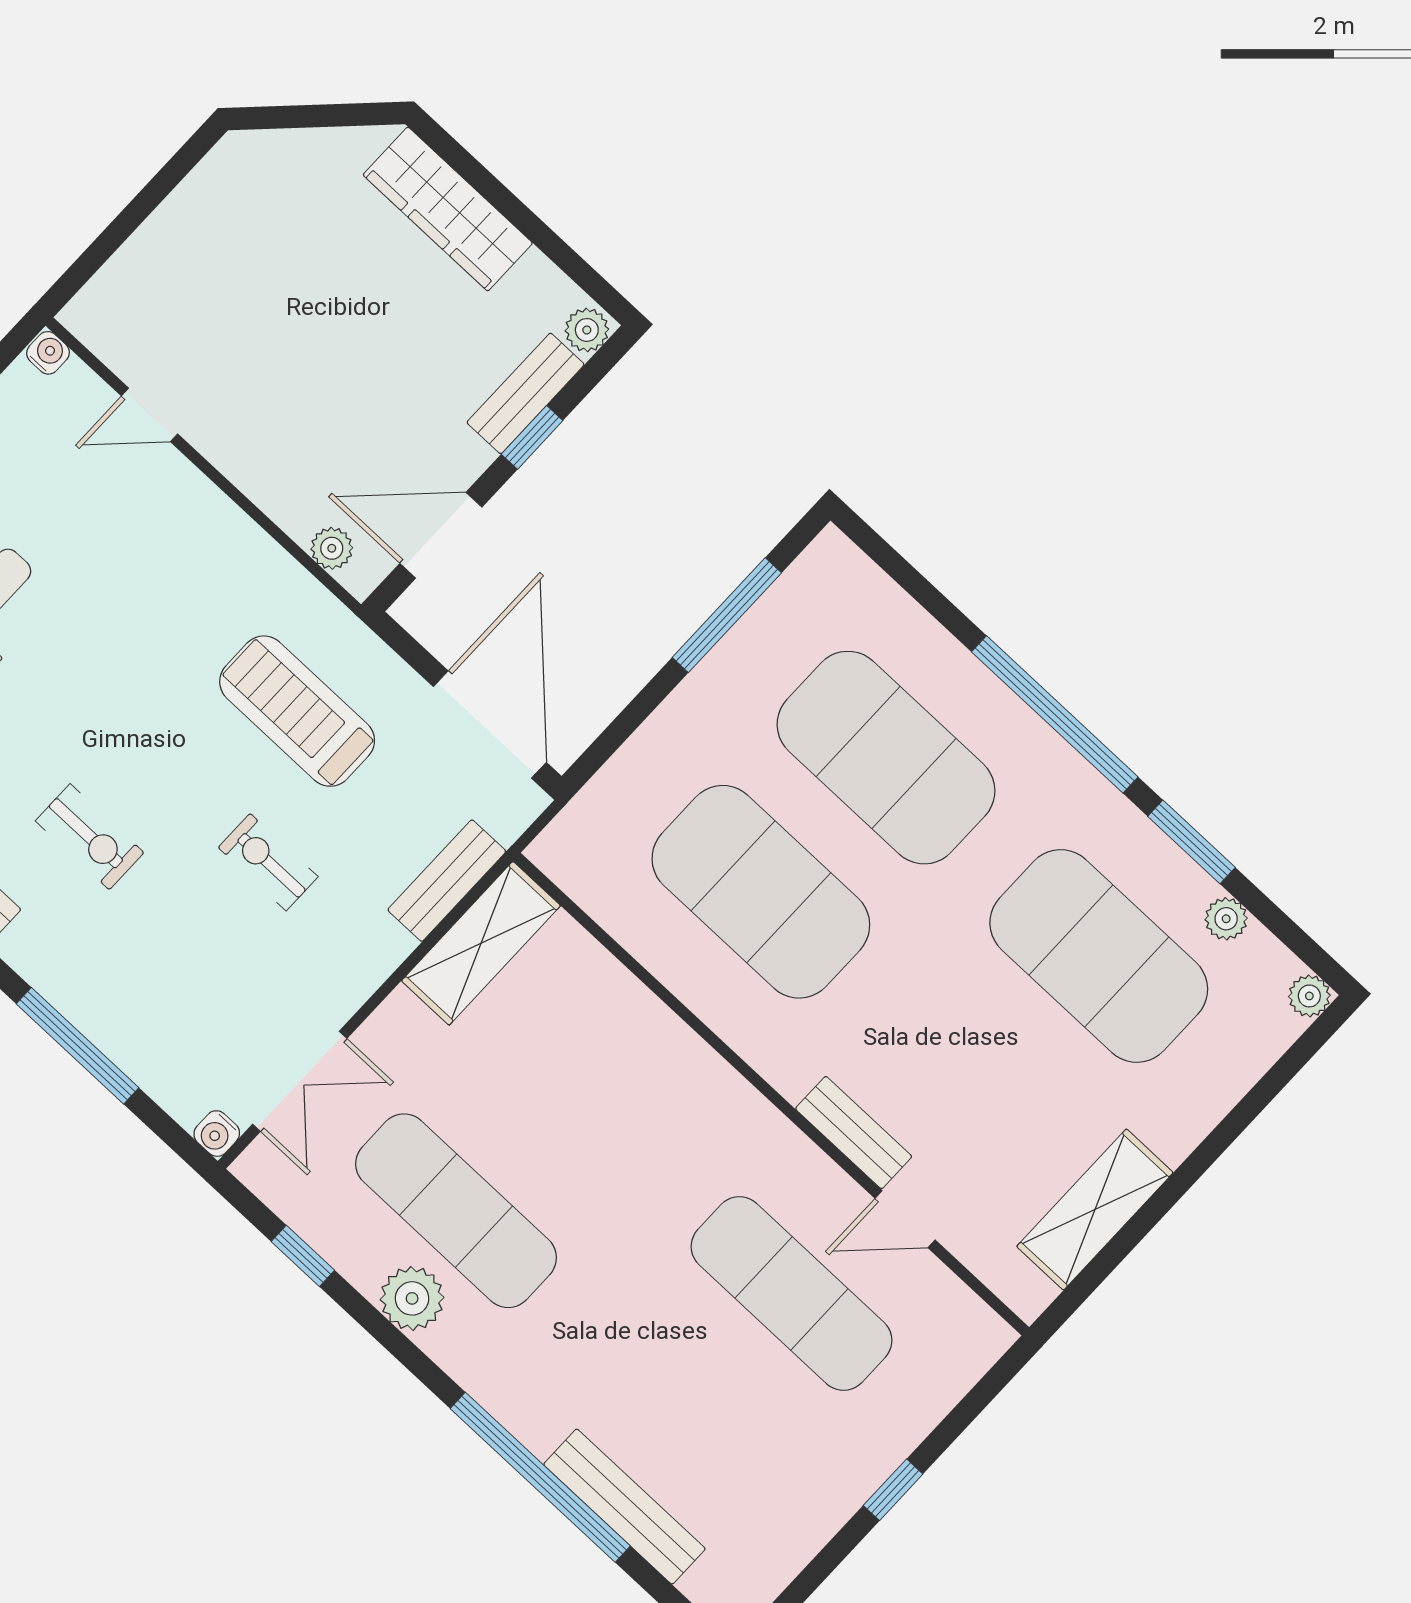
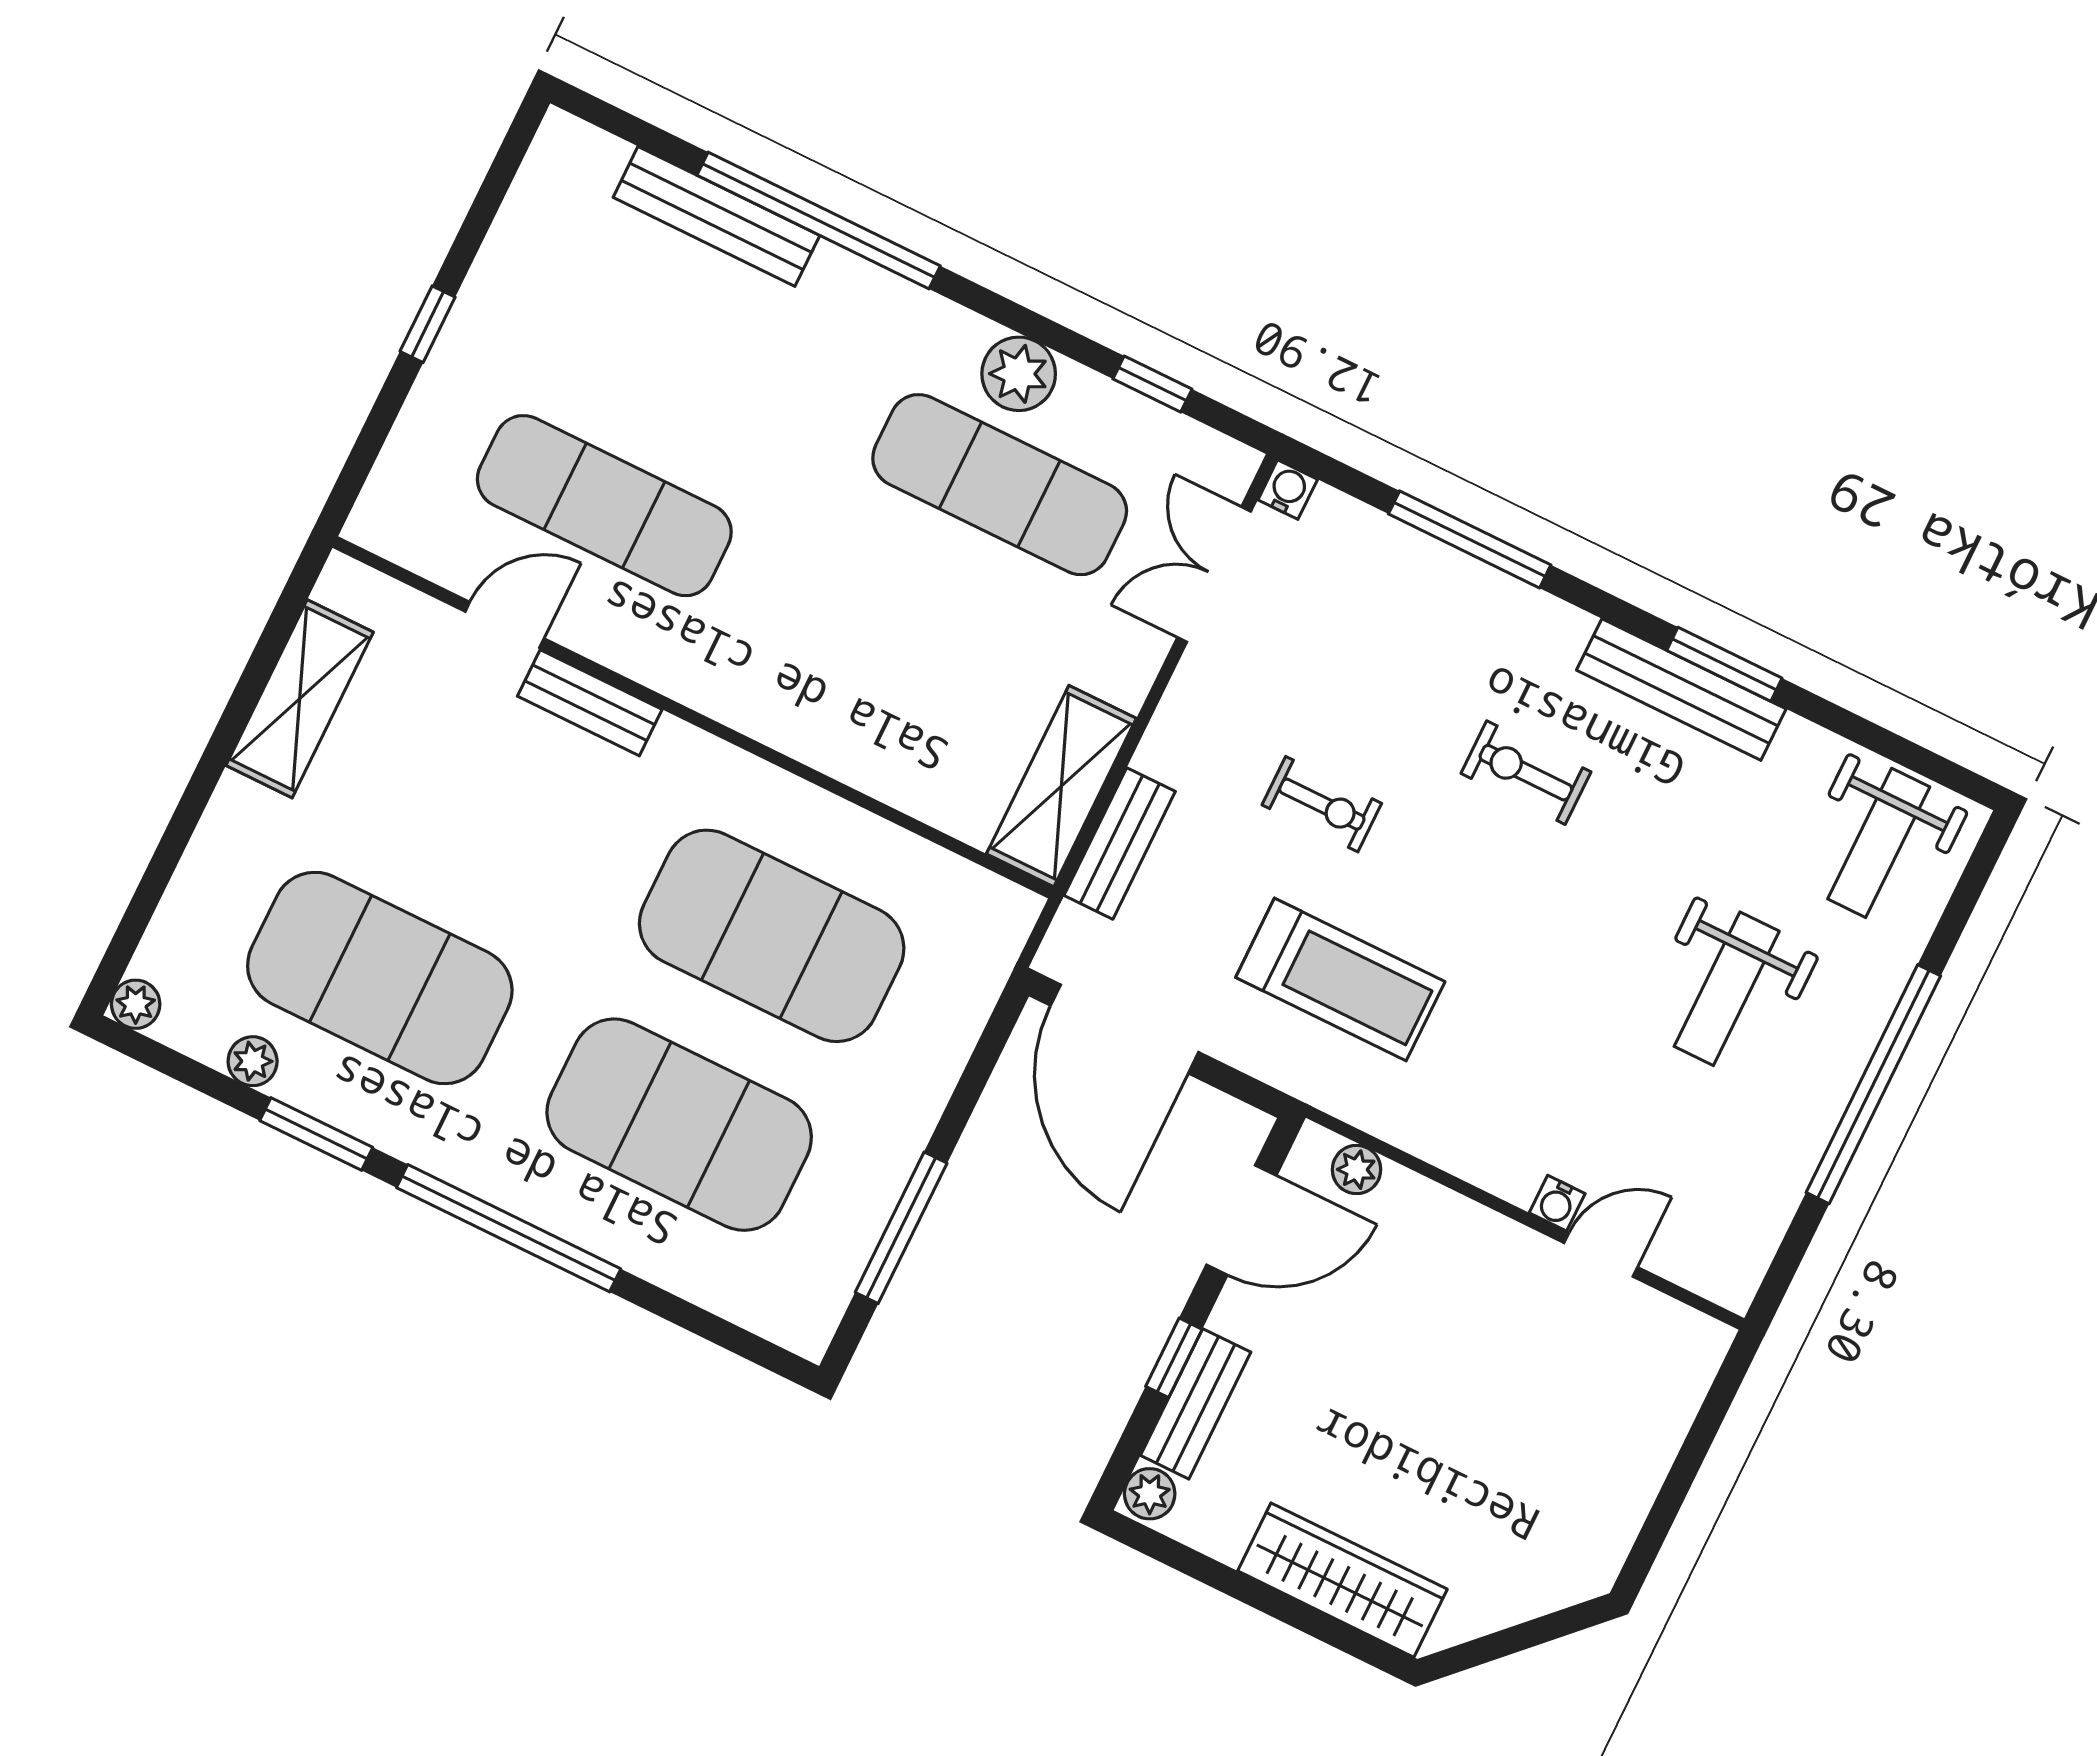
water cooler: (48, 353) -> (1557, 1203), moved

